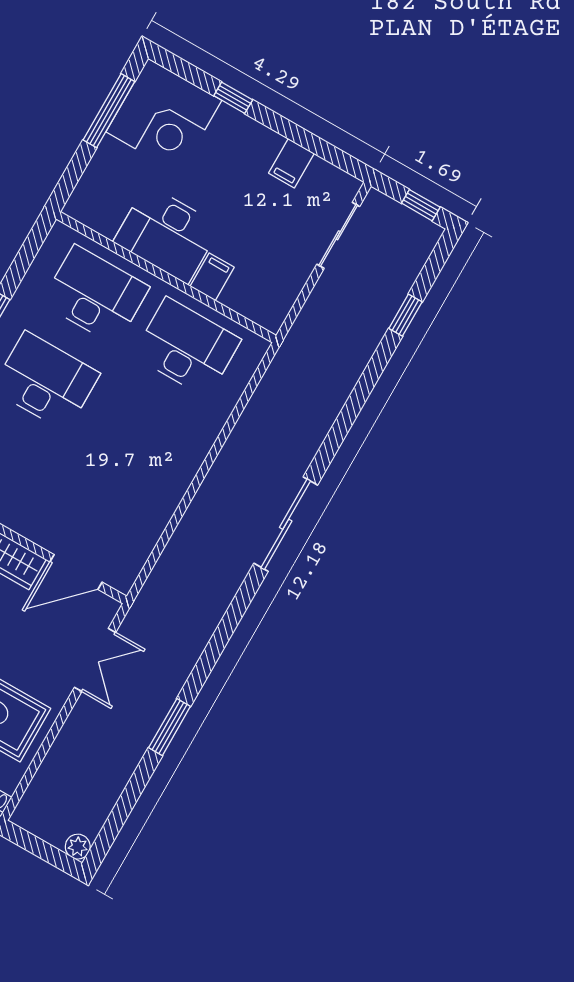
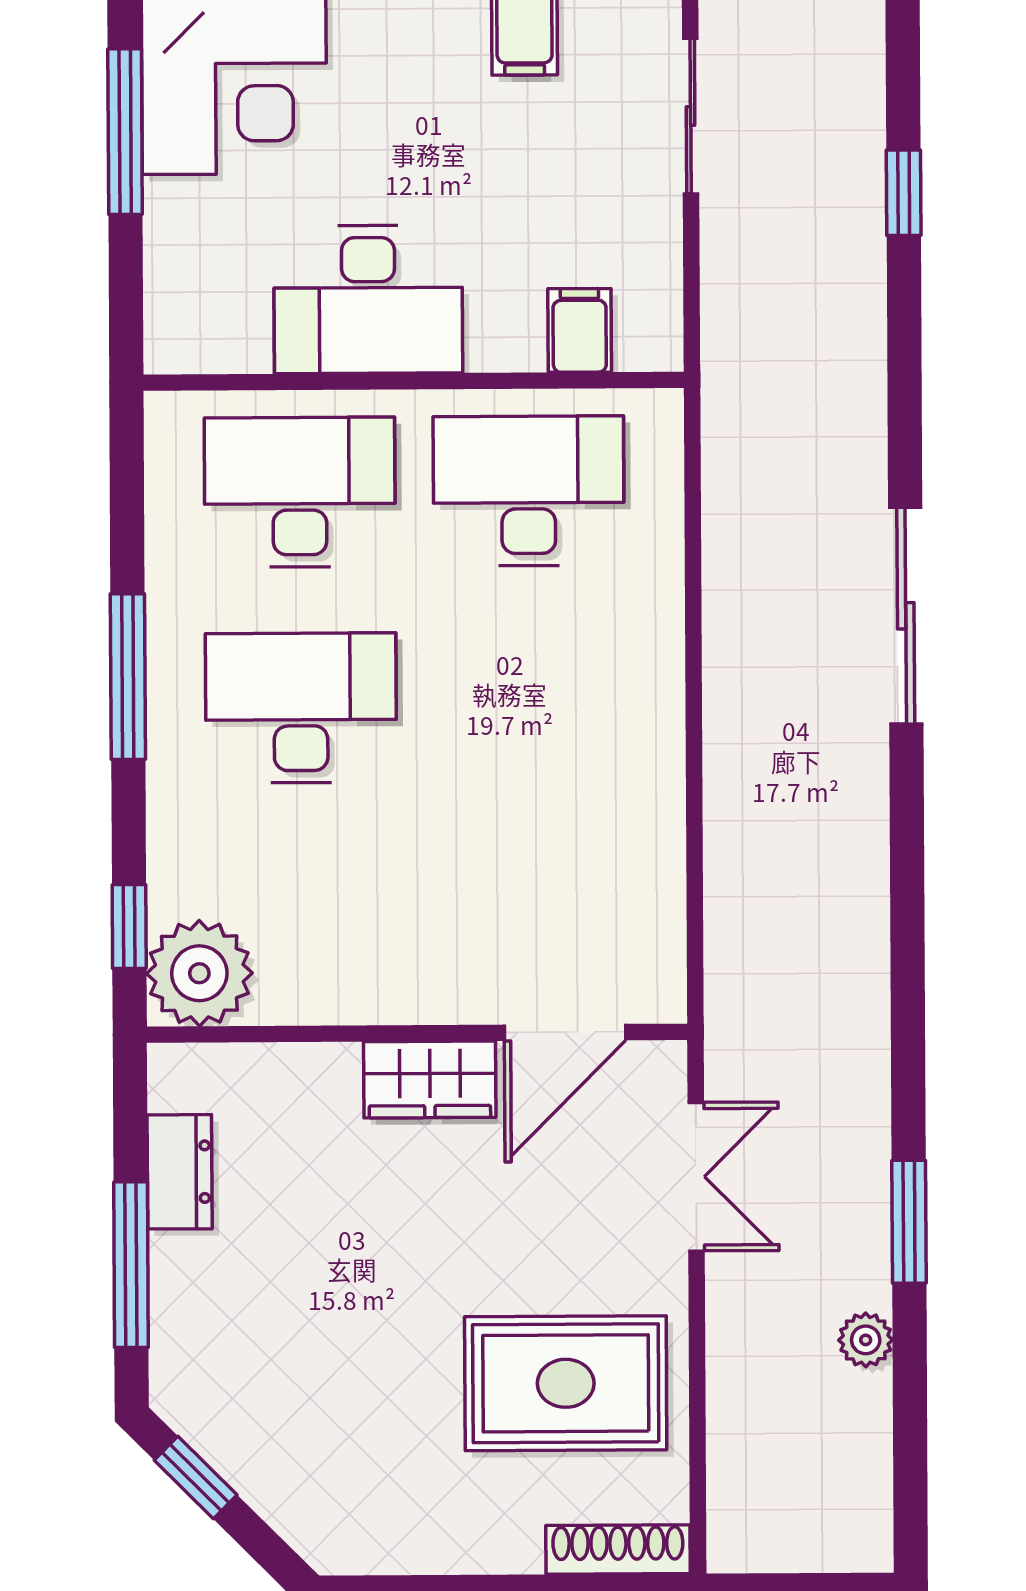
filing cabinet: (212, 277) -> (580, 330), moved
sliding door: (286, 524) -> (906, 616), moved
plant: (78, 847) -> (866, 1340), moved

